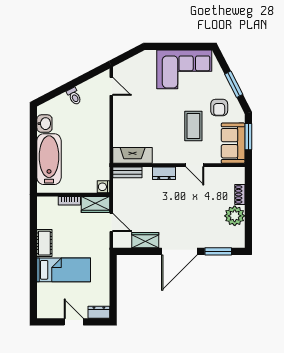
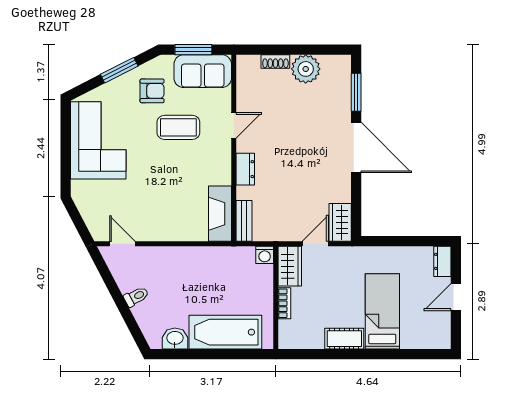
door: (111, 86) -> (122, 244), hinge flipped
wardrobe: (145, 240) -> (340, 222), moved

